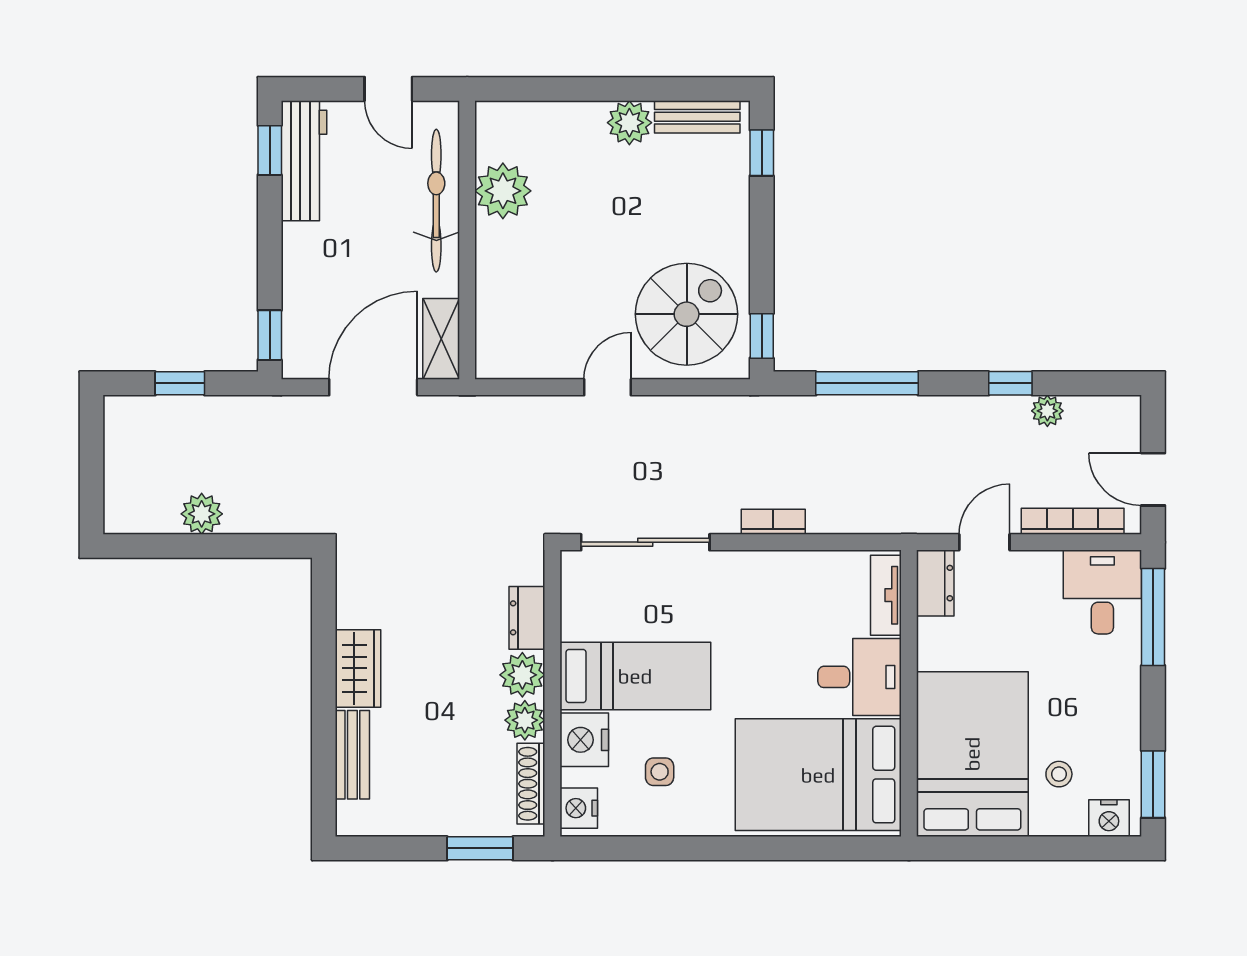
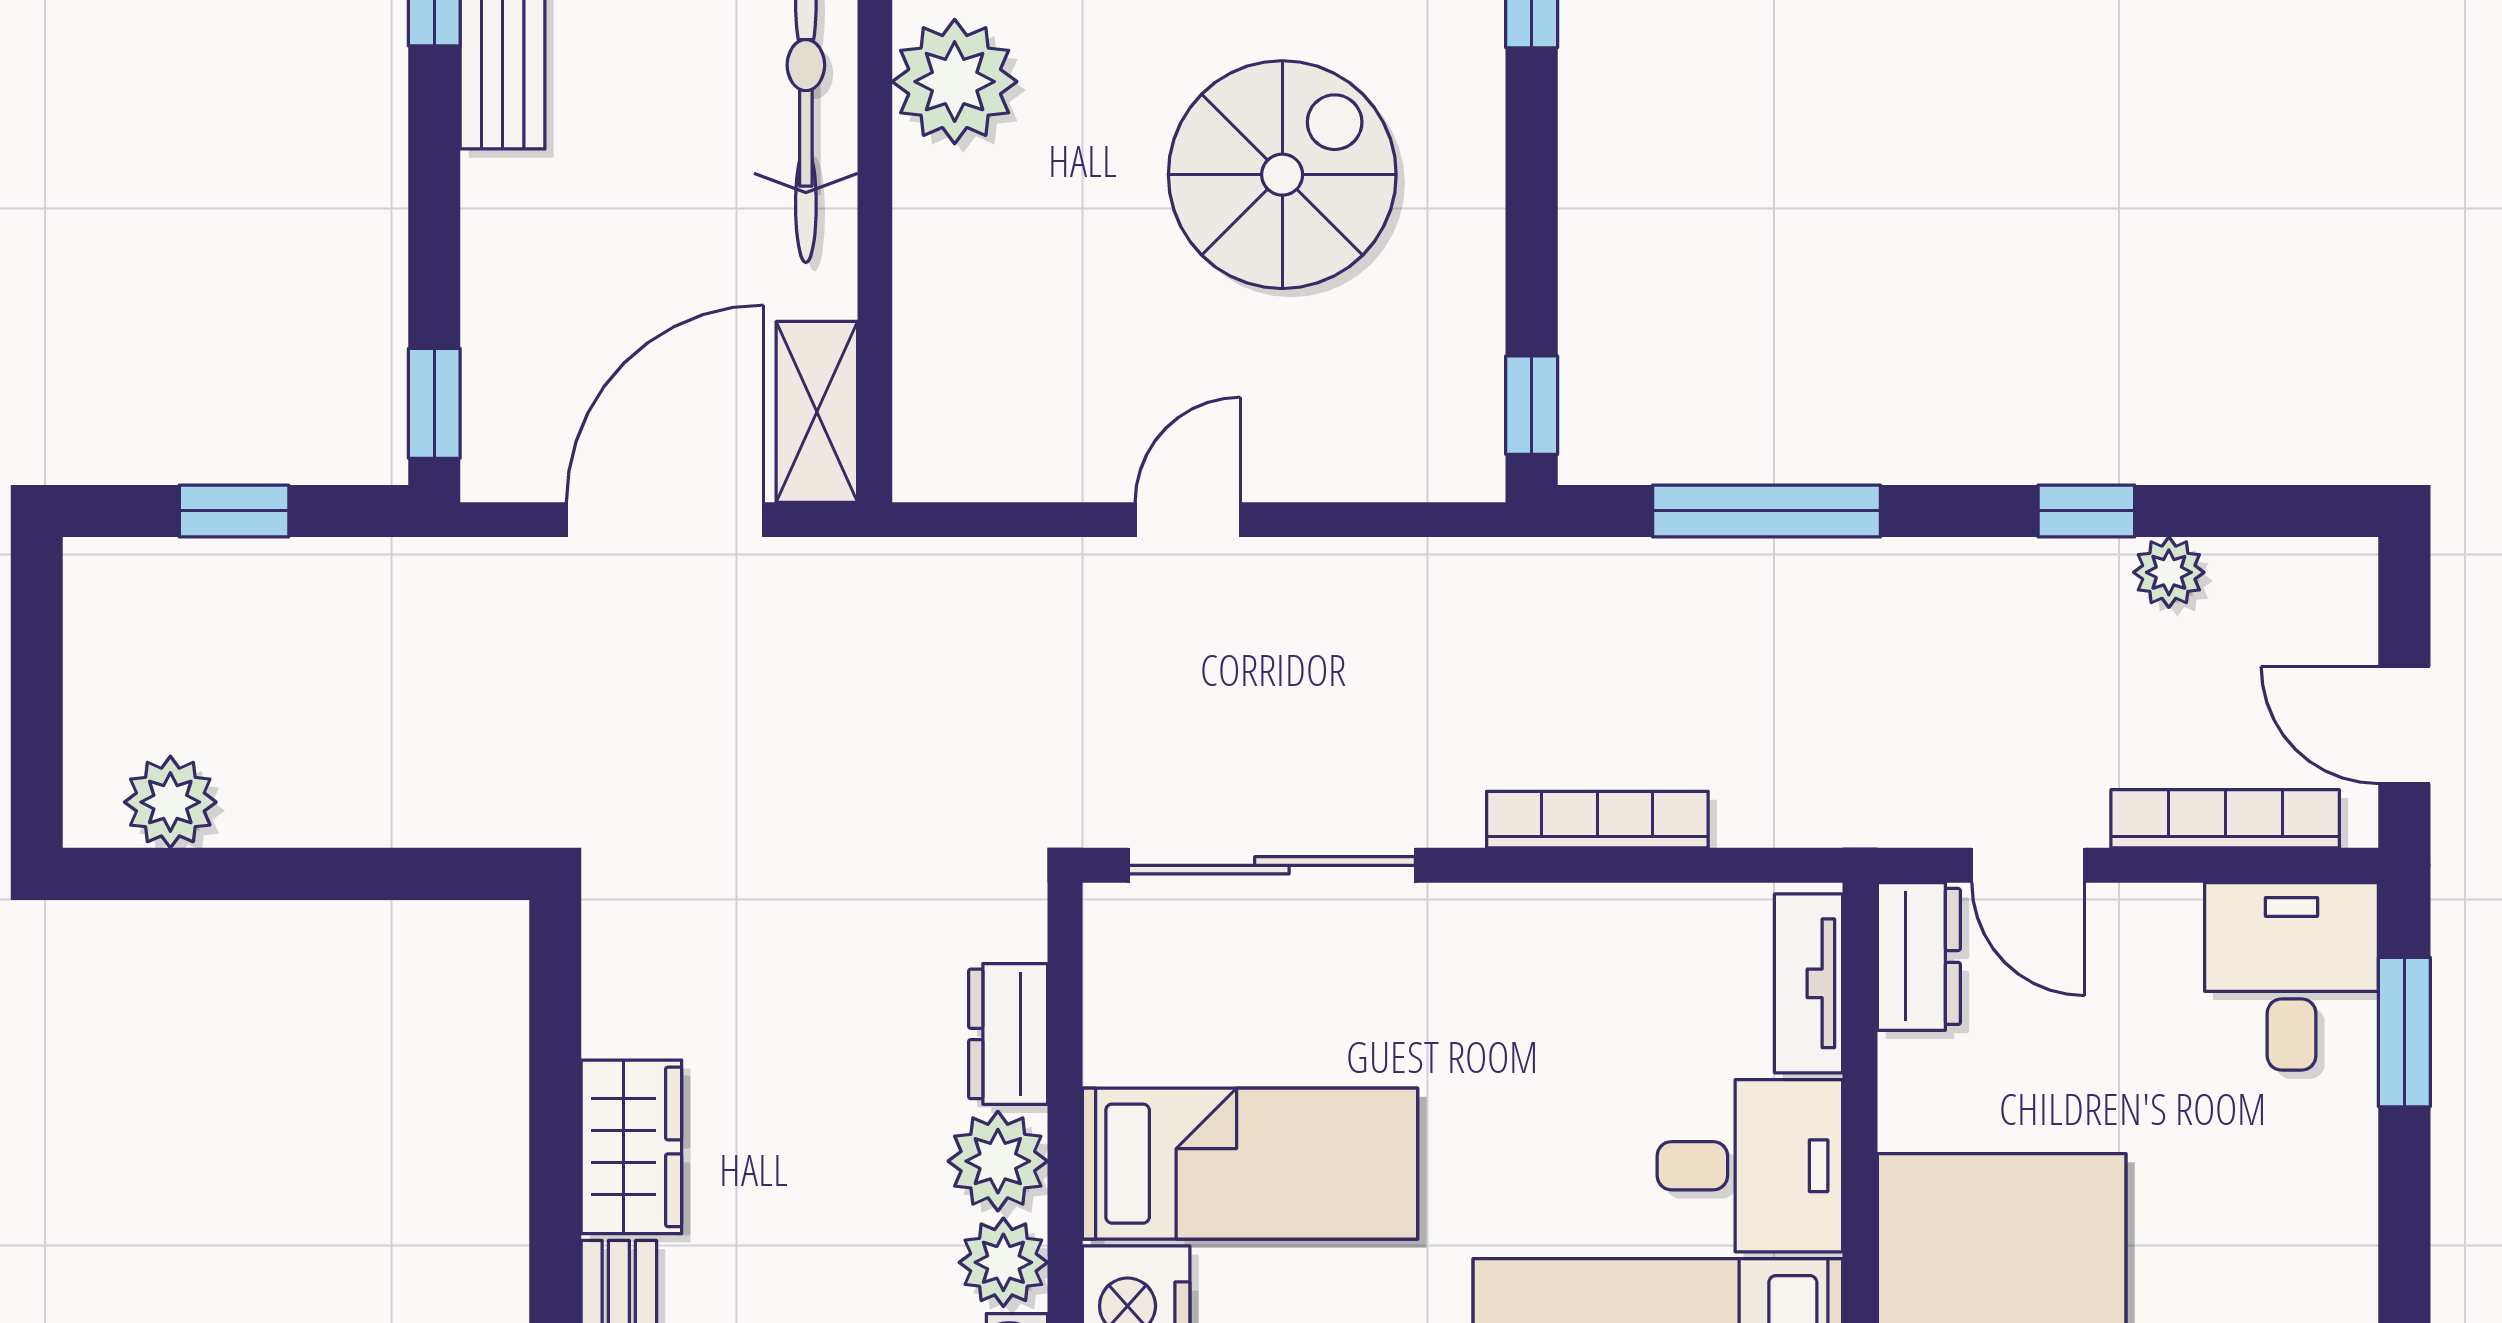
spiral stairs: (687, 314) -> (1282, 175), moved
plant: (202, 514) -> (170, 802), moved
bookcase: (773, 522) -> (1597, 820), width x1.56
door: (984, 542) -> (2028, 865), swing flipped
window: (1153, 617) -> (2404, 1032), width x0.69

